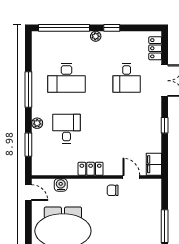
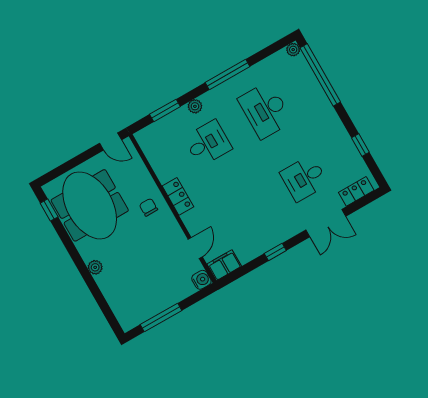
window: (112, 28) -> (360, 145), moved
plant: (96, 36) -> (293, 50), moved
water cooler: (61, 185) -> (201, 280), moved
chair: (113, 190) -> (148, 207), moved
door: (28, 193) -> (111, 141), hinge flipped

